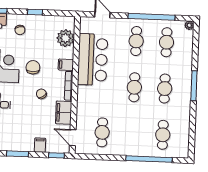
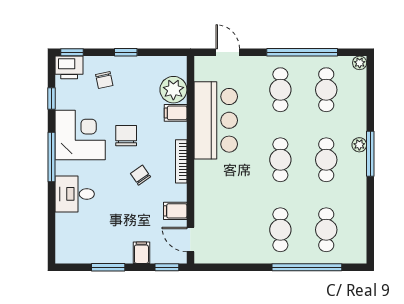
filing cabinet: (66, 65) -> (176, 113), moved
plant: (187, 80) -> (359, 145), added
filing cabinet: (64, 113) -> (175, 211), width x0.50
cafe table: (102, 132) -> (280, 230), moved

